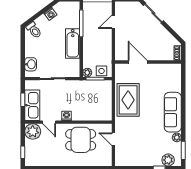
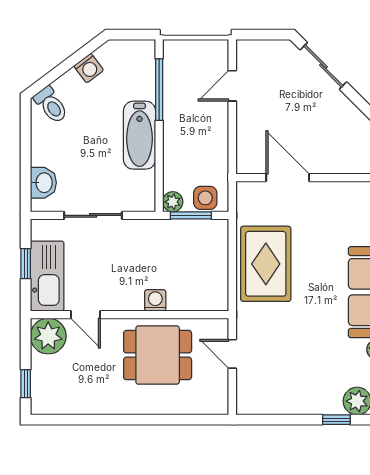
washing machine: (67, 116) -> (155, 300), moved

